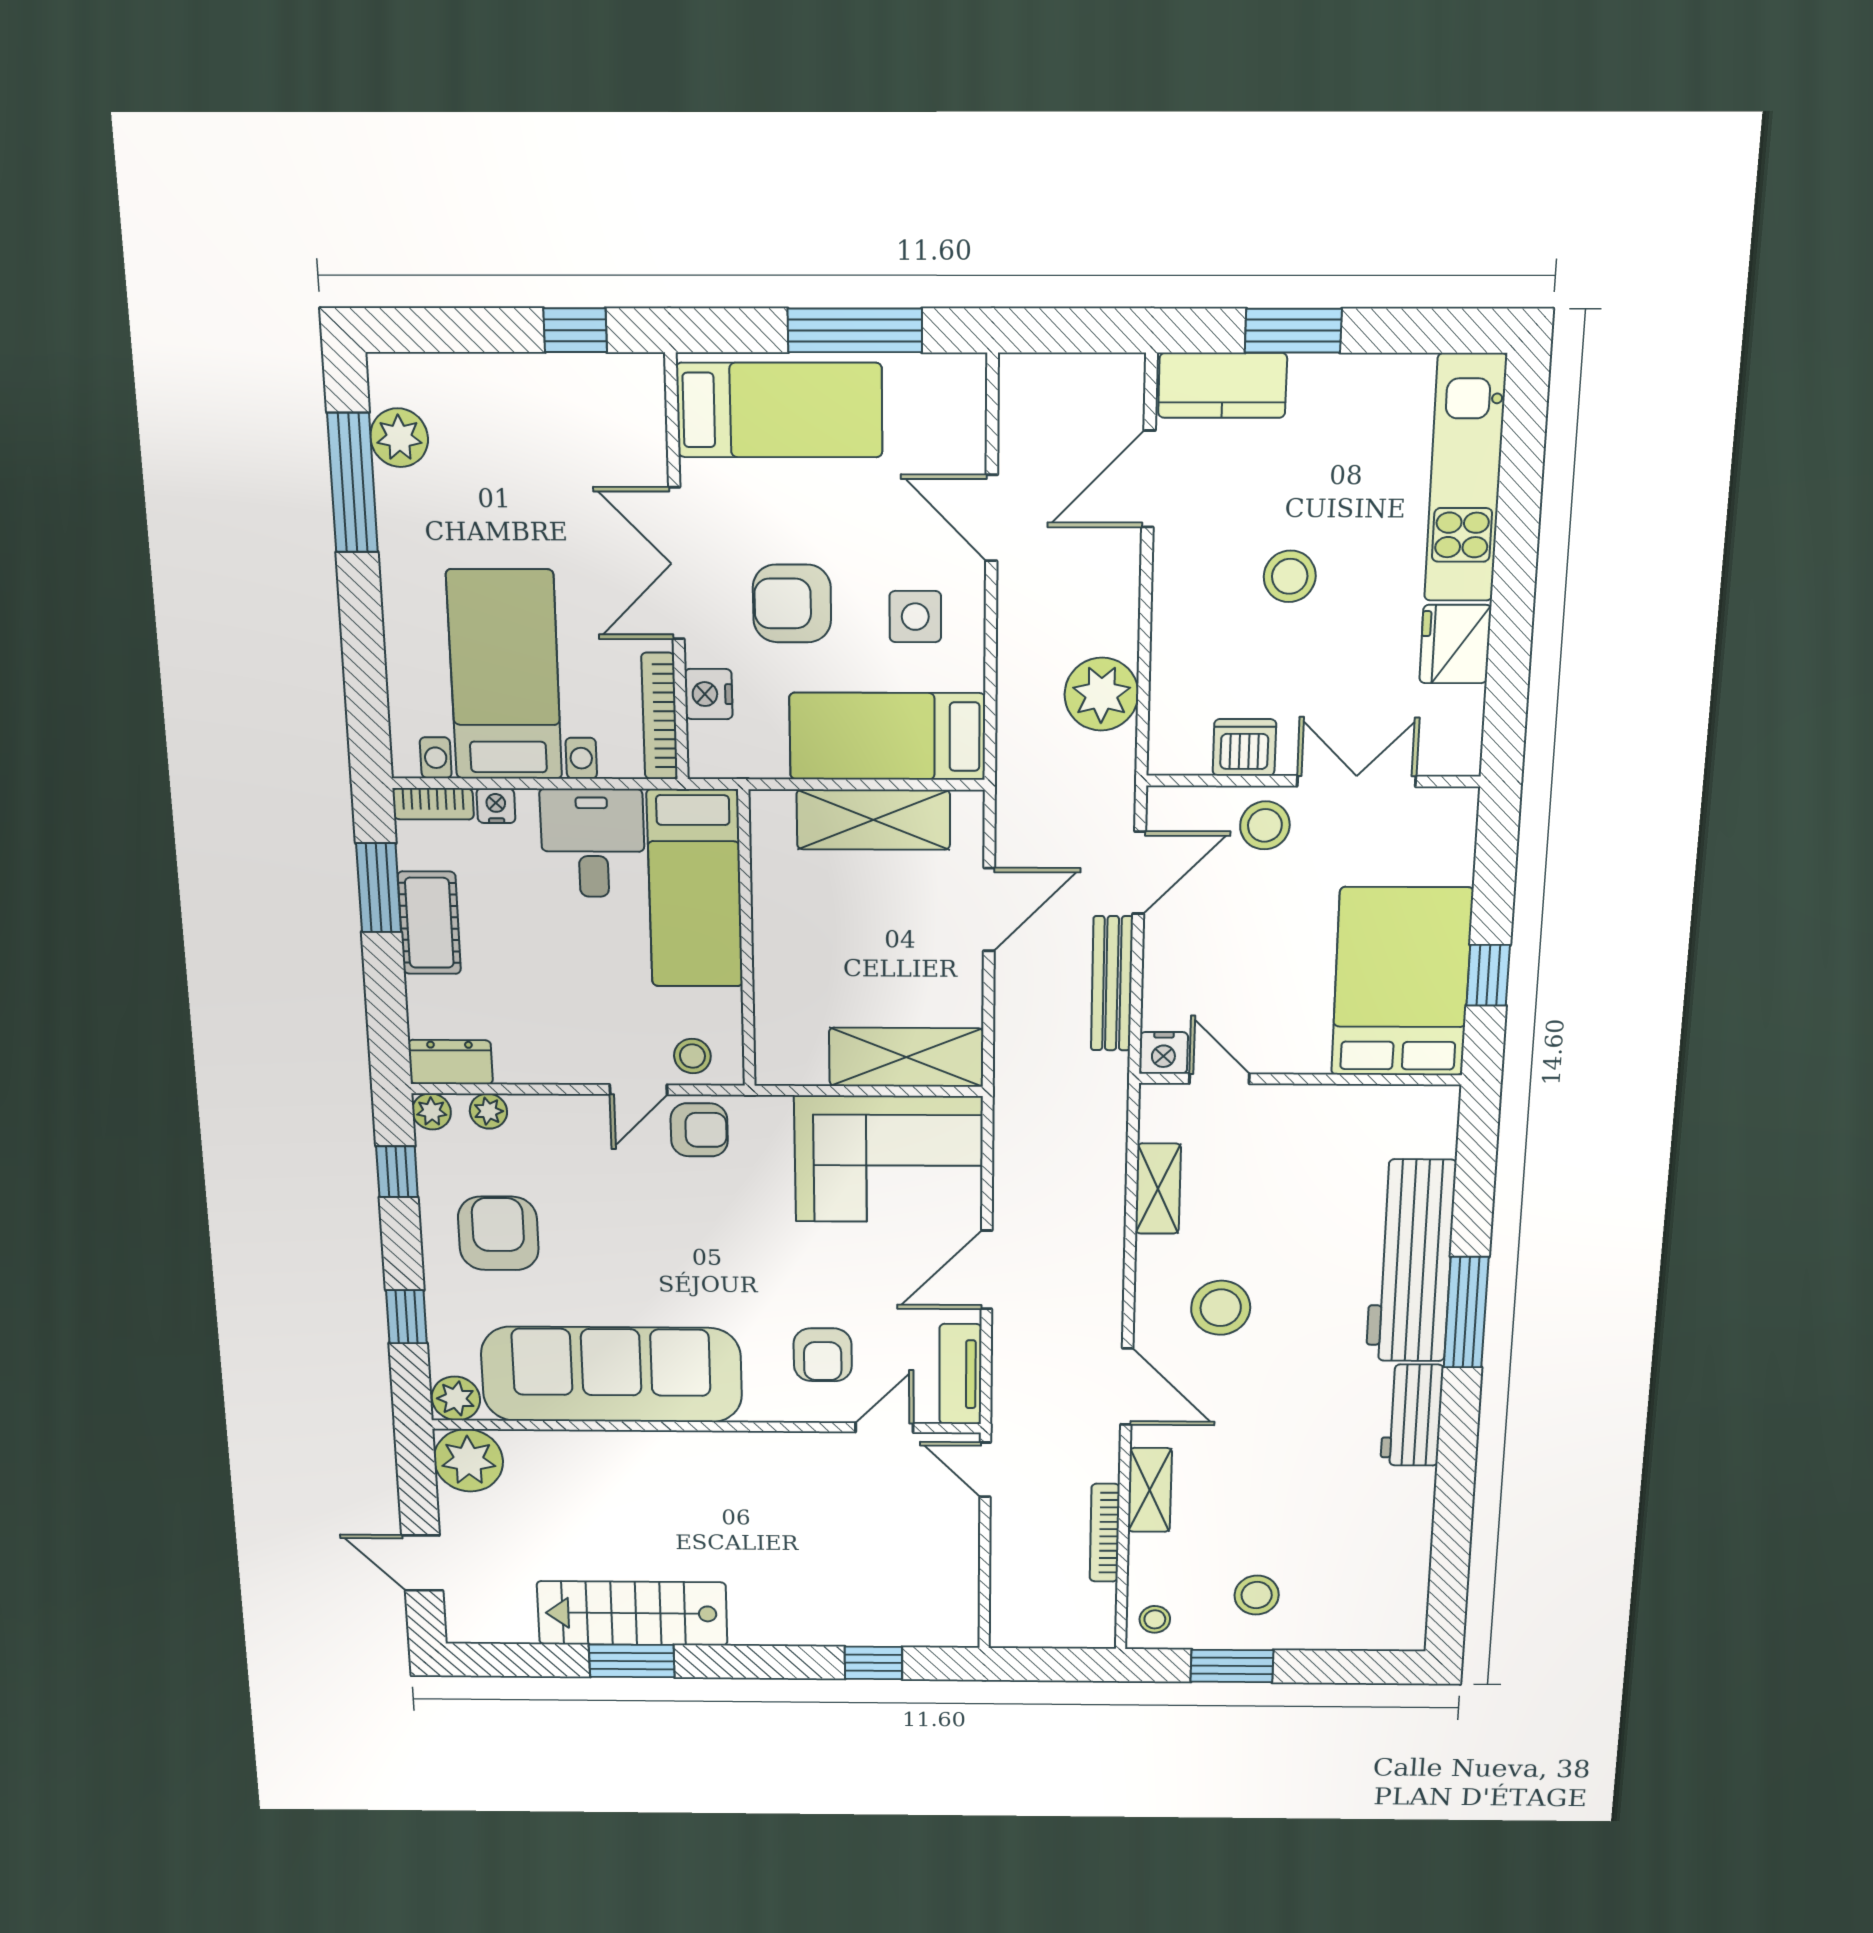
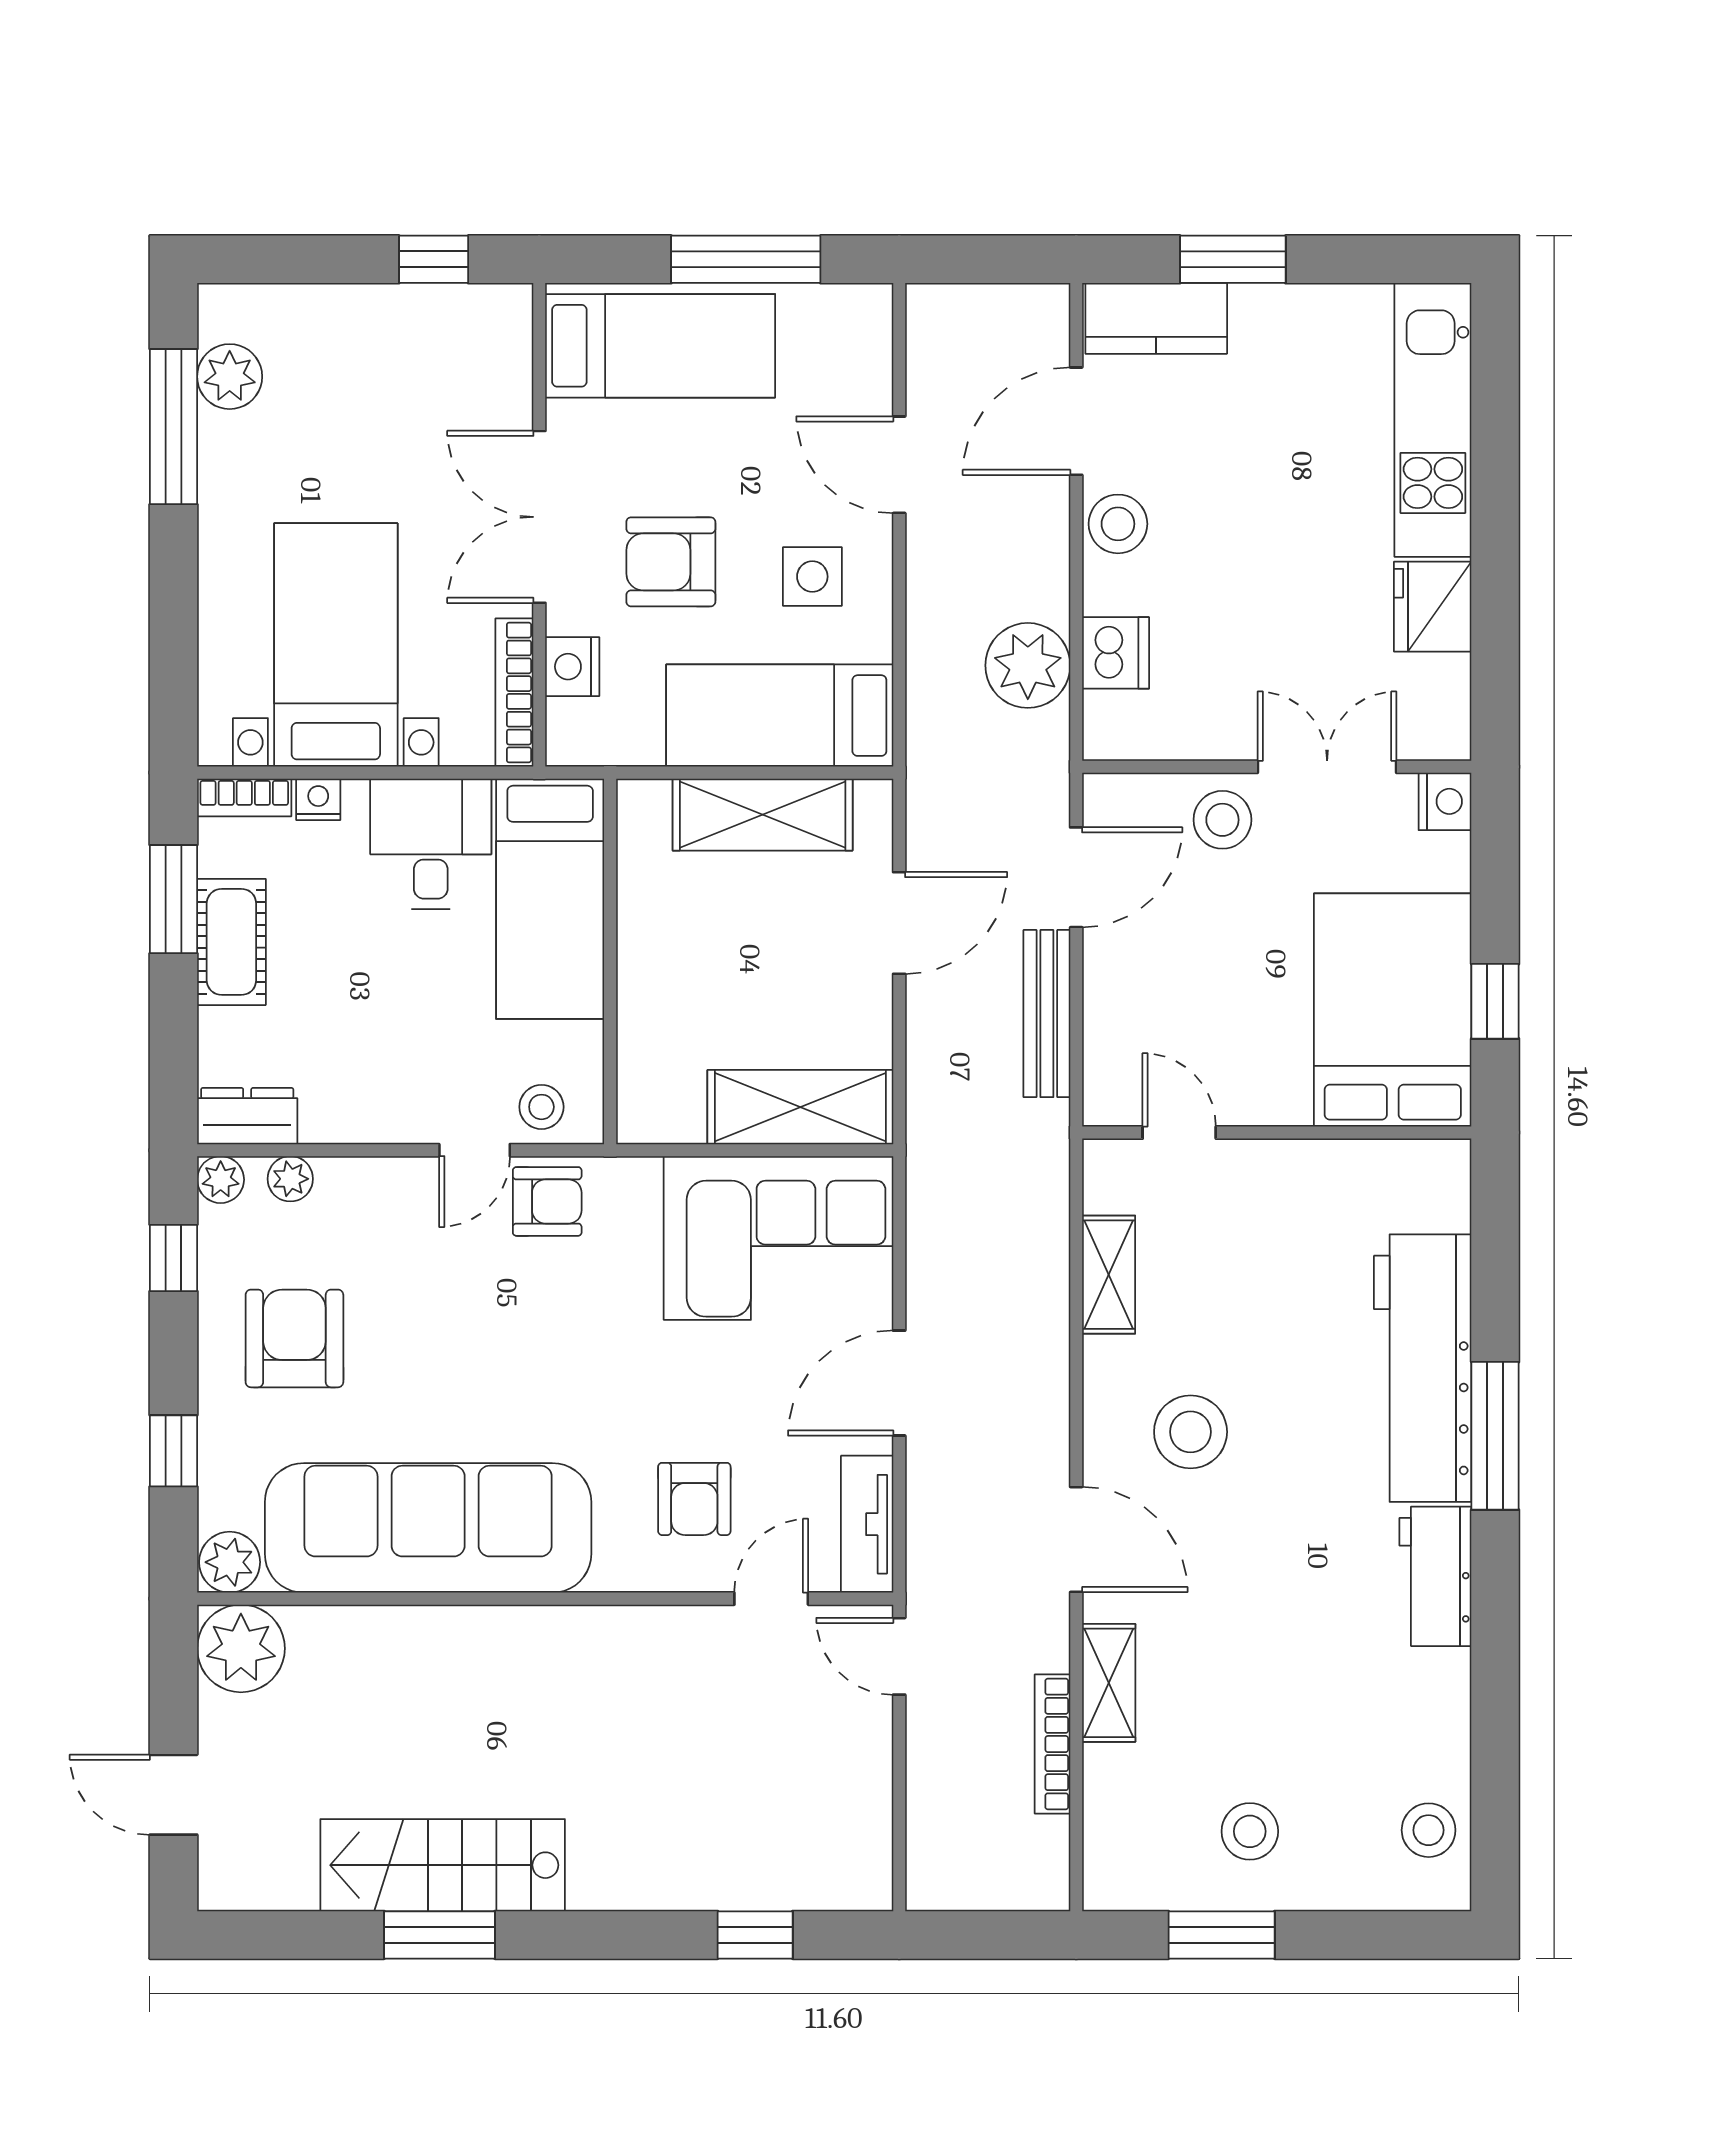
stool: (1290, 576) -> (1118, 524), moved
dishwasher: (1244, 747) -> (1116, 653), moved, turned 90
nightstand: (1164, 1053) -> (1445, 801), moved, turned -90
stool: (1155, 1619) -> (1429, 1830), moved, width x1.37, depth x1.37

